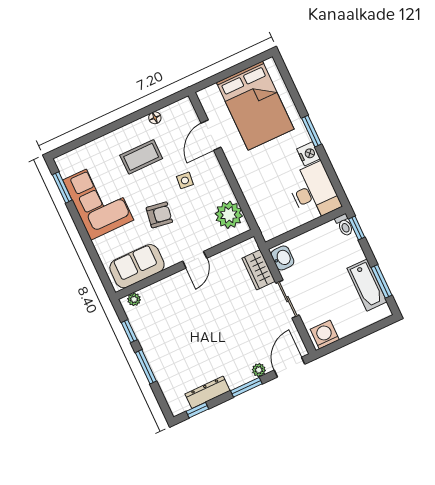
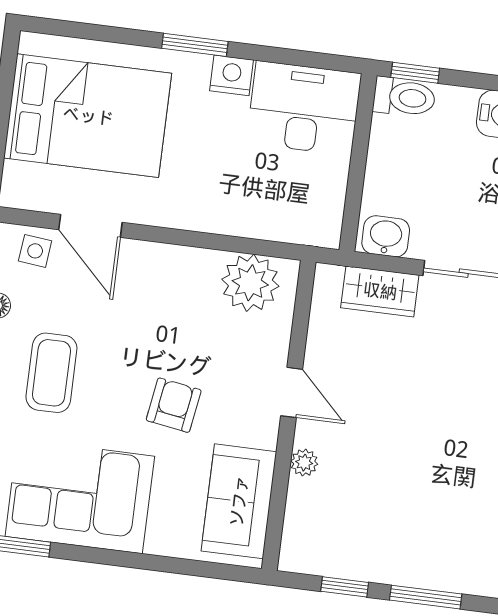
side table: (185, 180) -> (35, 251), moved
toilet: (344, 225) -> (404, 97), width x1.37, depth x1.39
plant: (134, 299) -> (304, 463), moved

